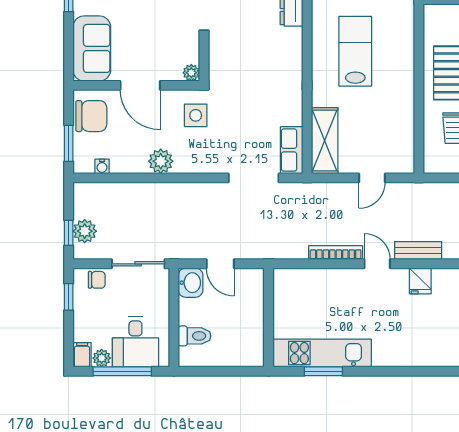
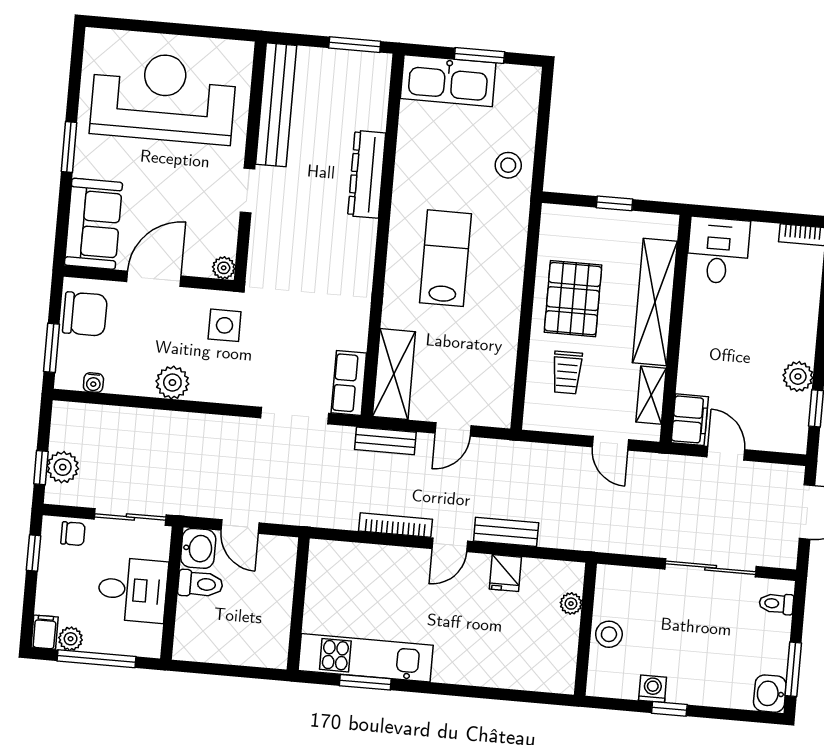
door: (140, 85) -> (154, 279), swing flipped
bench: (323, 191) -> (385, 441), added
door: (377, 264) -> (450, 545), swing flipped
toilet: (195, 336) -> (200, 584), moved
desk: (135, 342) -> (133, 590), moved, turned -90

